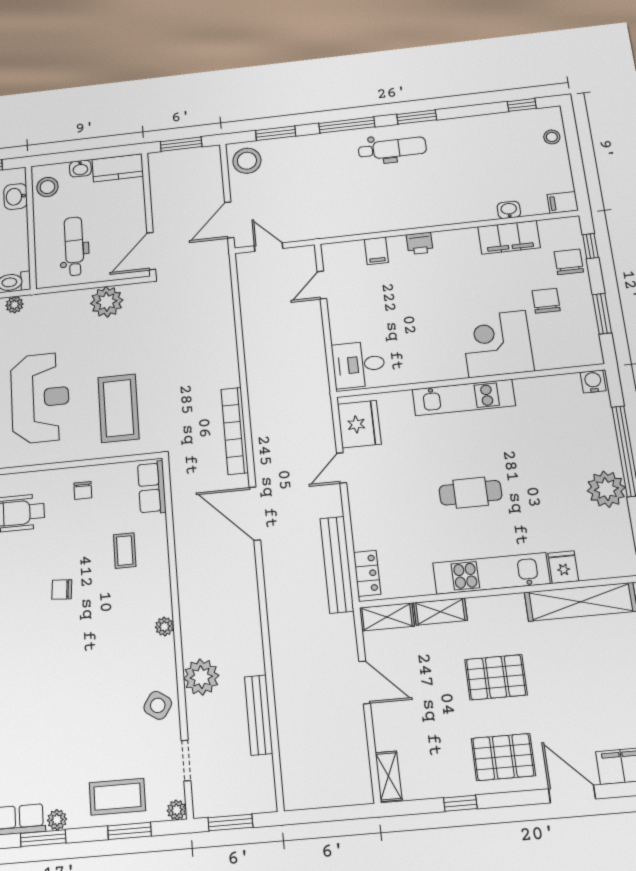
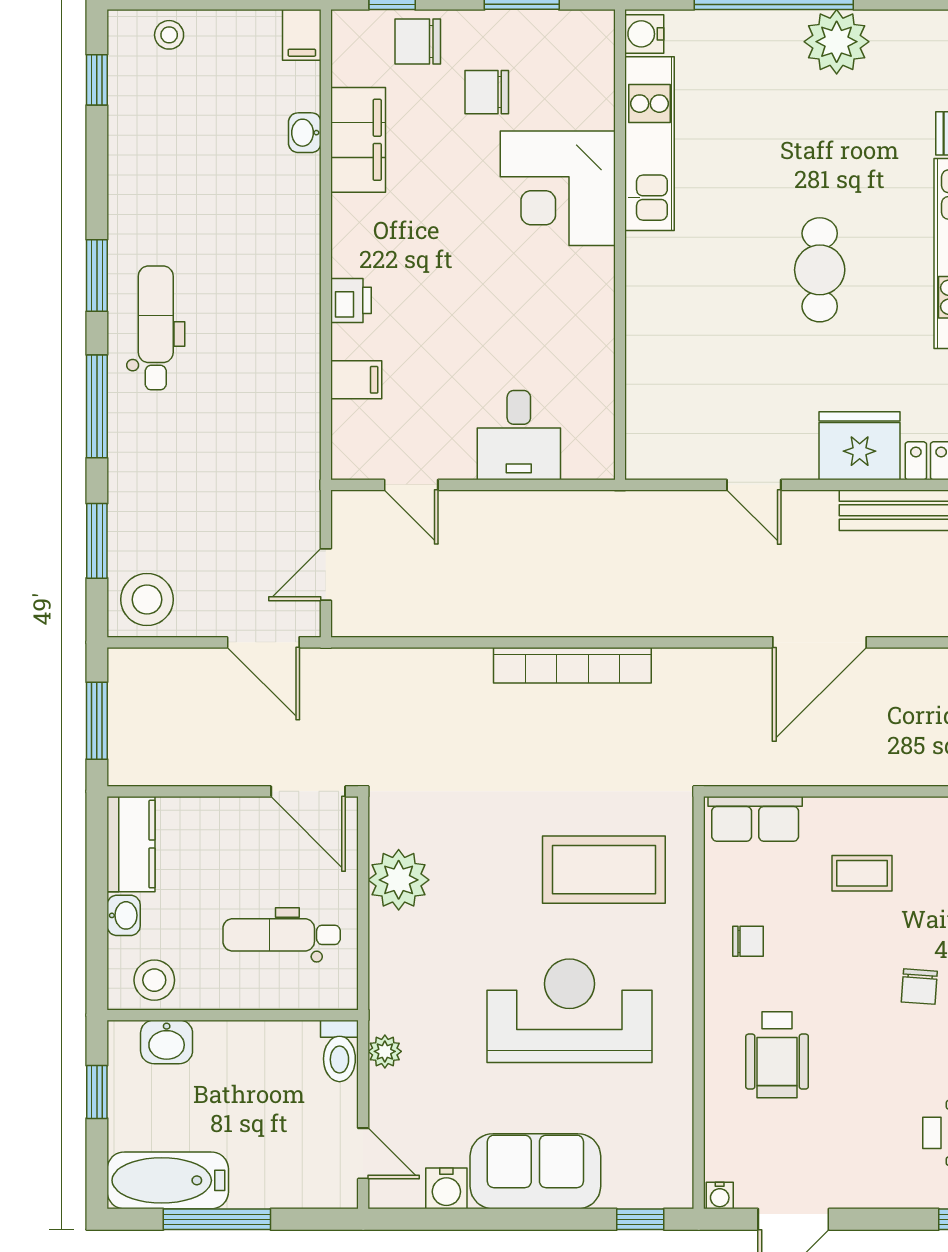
desk: (359, 365) -> (519, 435), moved
kitchen unit: (464, 398) -> (649, 144), moved
fridge: (359, 424) -> (860, 446), moved
bookcase: (235, 431) -> (572, 665), moved

